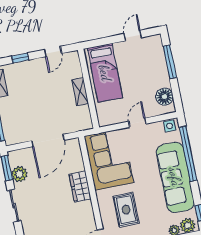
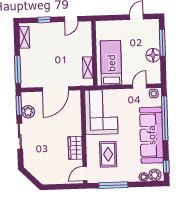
bed: (105, 73) -> (111, 63), moved, turned 180
shelving: (80, 92) -> (88, 68), moved
floor lamp: (164, 97) -> (153, 55), moved
door: (137, 123) -> (140, 86), moved
wardrobe: (80, 187) -> (75, 148), moved

